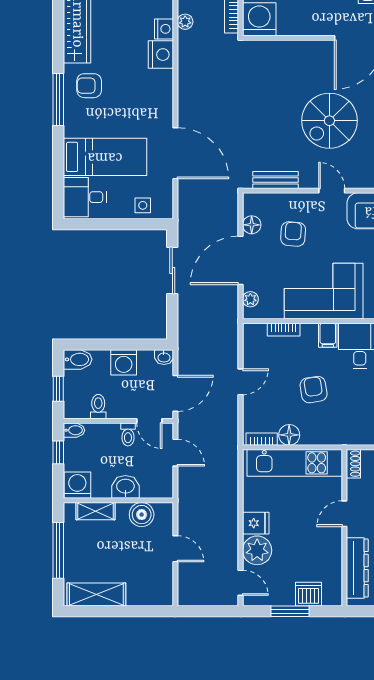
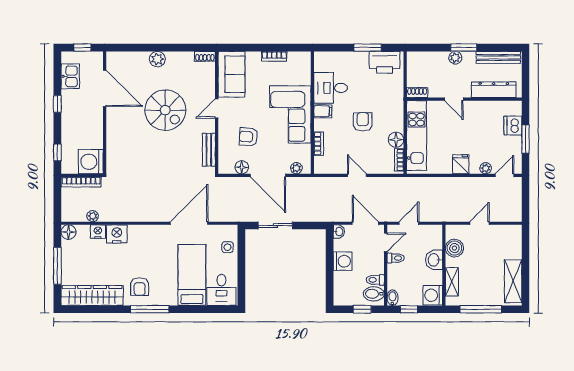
bidet: (78, 359) -> (374, 294), moved, turned -90
armchair: (314, 390) -> (363, 122), turned 99
plant: (257, 550) -> (486, 168), width x0.53, depth x0.53

